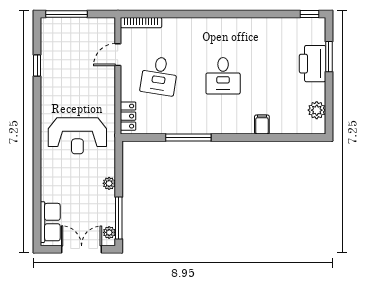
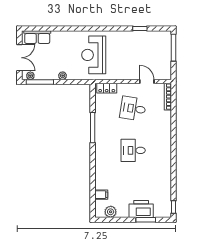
filing cabinet: (262, 124) -> (101, 195), moved

